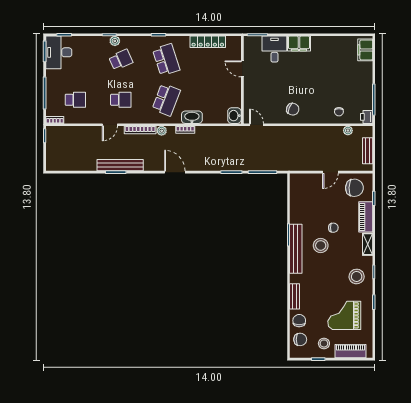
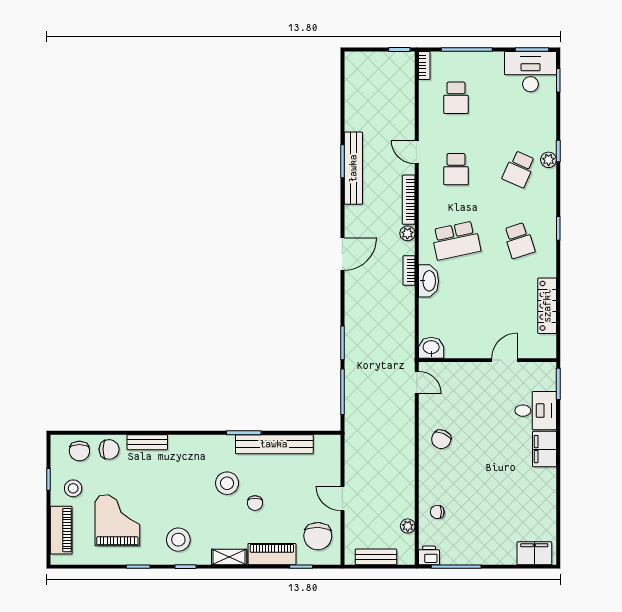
school desk: (121, 60) -> (519, 169), turned 48
school desk: (166, 60) -> (519, 240), width x0.54
school desk: (166, 100) -> (456, 240), turned -33
door: (257, 125) -> (417, 382), hinge flipped
bench: (296, 249) -> (274, 444), moved

